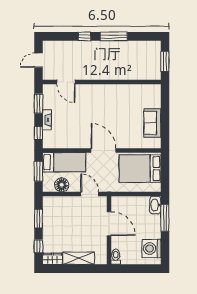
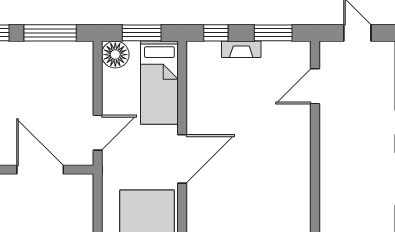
floor lamp: (62, 185) -> (115, 55), moved
window: (38, 218) -> (50, 33), width x1.44
door: (109, 224) -> (40, 170), swing flipped

